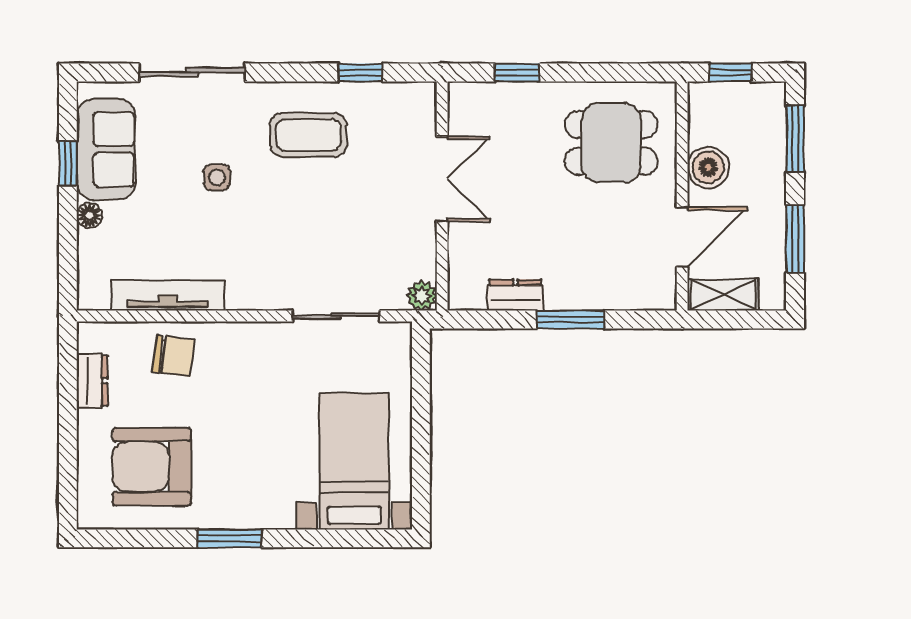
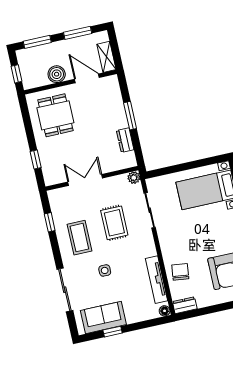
floor lamp: (89, 216) -> (165, 311), moved
rug: (325, 226) -> (114, 223), added
dresser: (92, 381) -> (185, 305), moved

